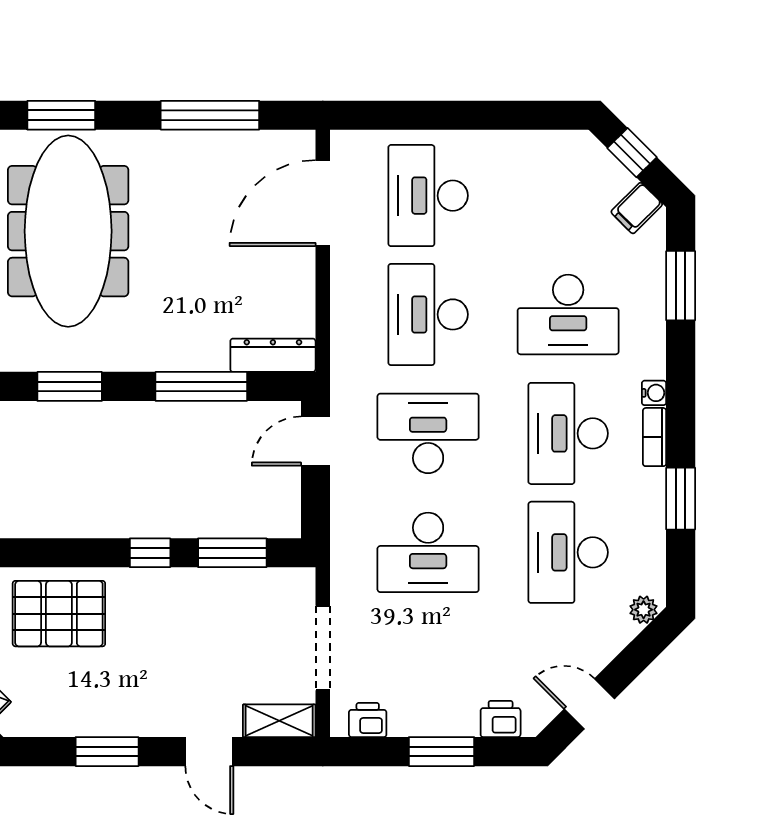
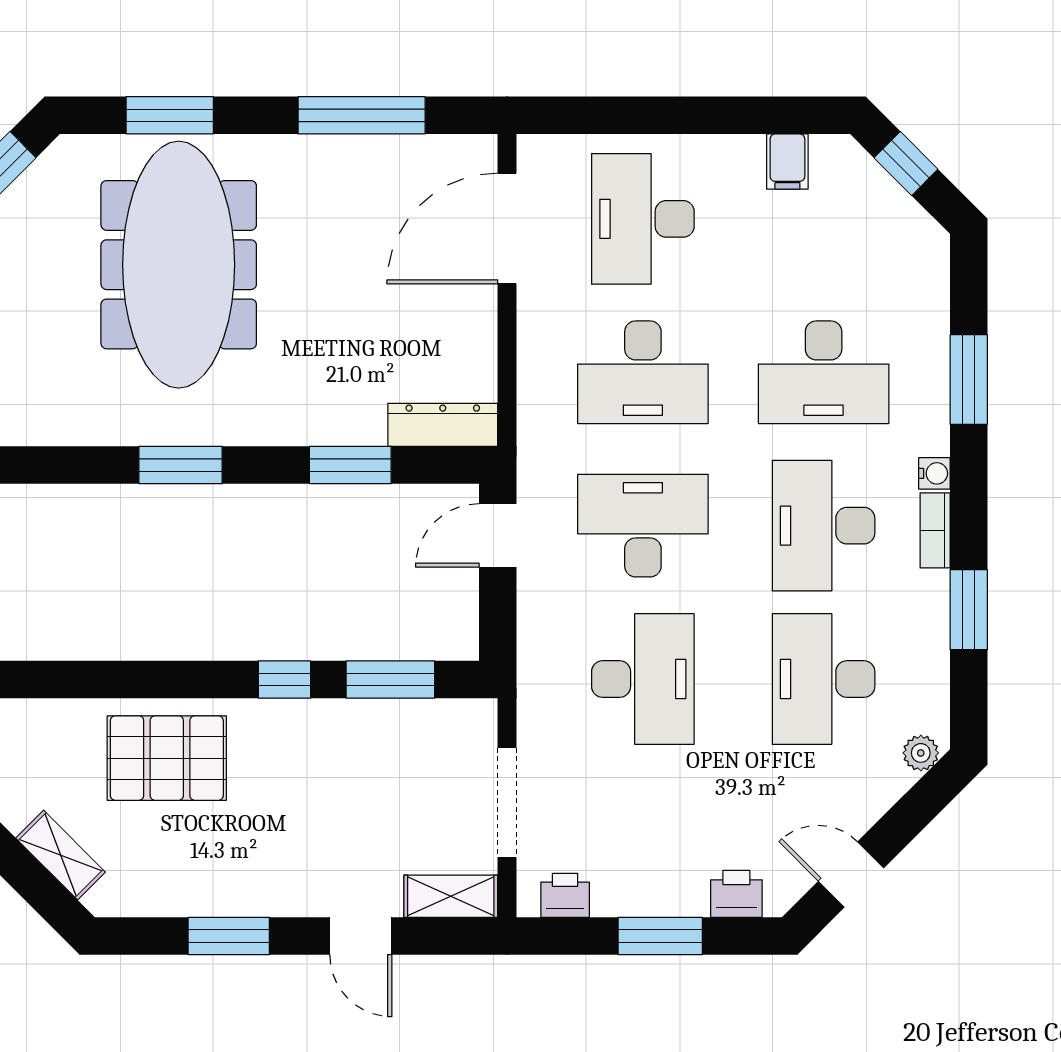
filing cabinet: (637, 208) -> (787, 162), moved, turned -45
window: (681, 286) -> (969, 380), moved
desk: (428, 314) -> (643, 372), turned -90
window: (201, 386) -> (350, 465), width x0.69
desk: (428, 552) -> (643, 679), turned -90

